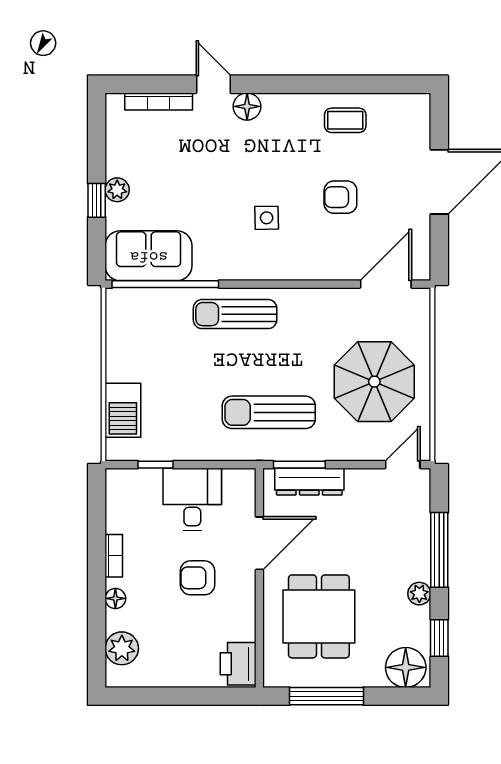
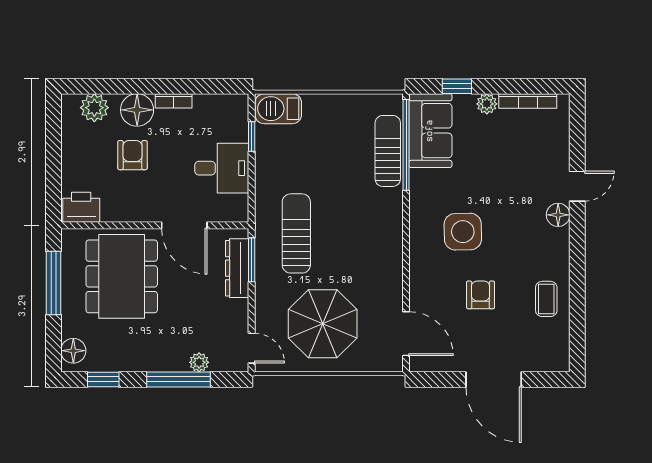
bookcase: (159, 101) -> (528, 101), moved, turned -90
window: (97, 200) -> (457, 86), moved
side table: (267, 218) -> (463, 232), width x1.87, depth x1.87
sun lounger: (235, 314) -> (388, 151), moved
barbecue: (123, 410) -> (278, 109), moved
armchair: (197, 578) -> (132, 155), moved
plant: (419, 594) -> (199, 362), moved
floor lamp: (115, 598) -> (137, 110), width x1.89, depth x1.89
dining table: (319, 616) -> (122, 276), width x1.37
floor lamp: (406, 667) -> (73, 351), width x0.73, depth x0.73

